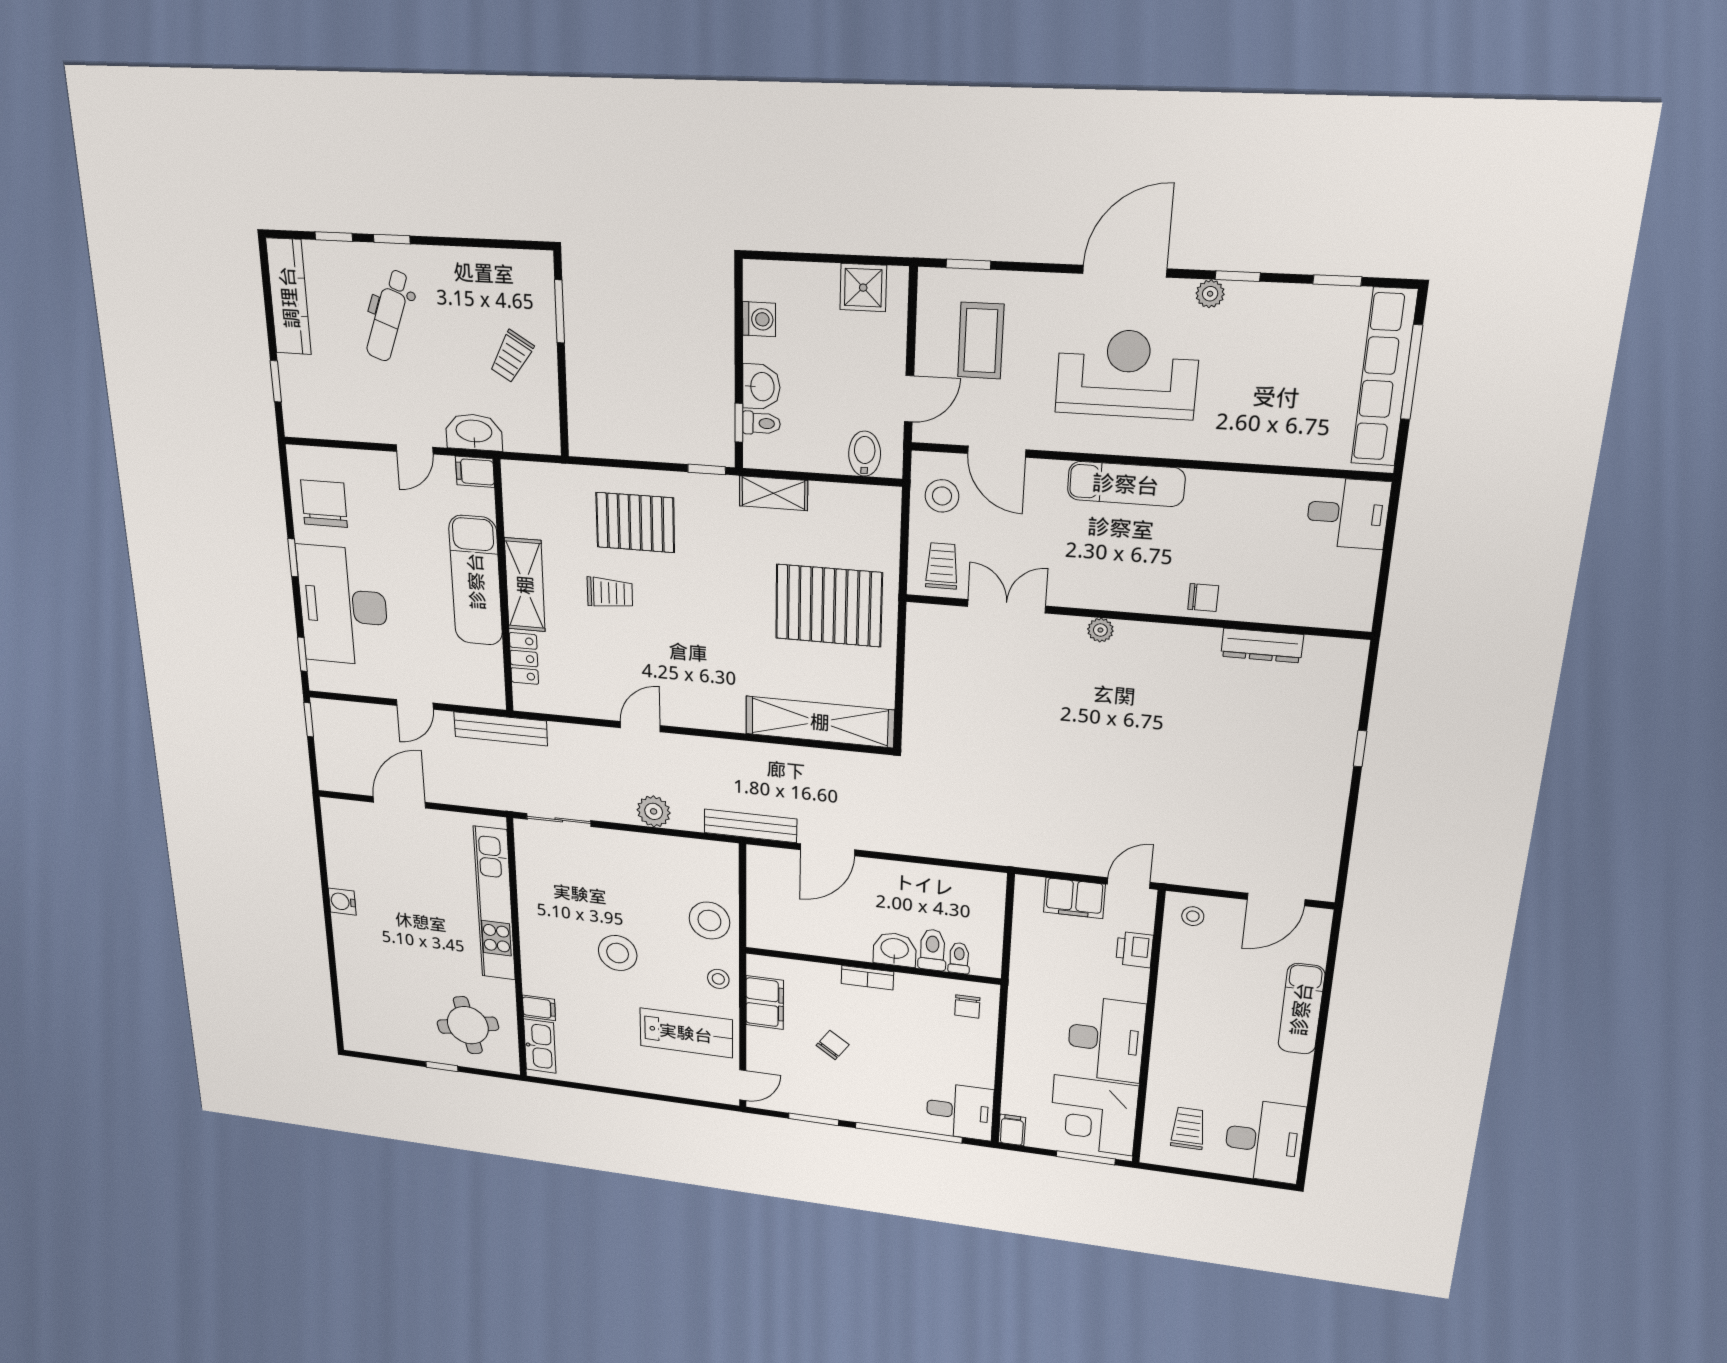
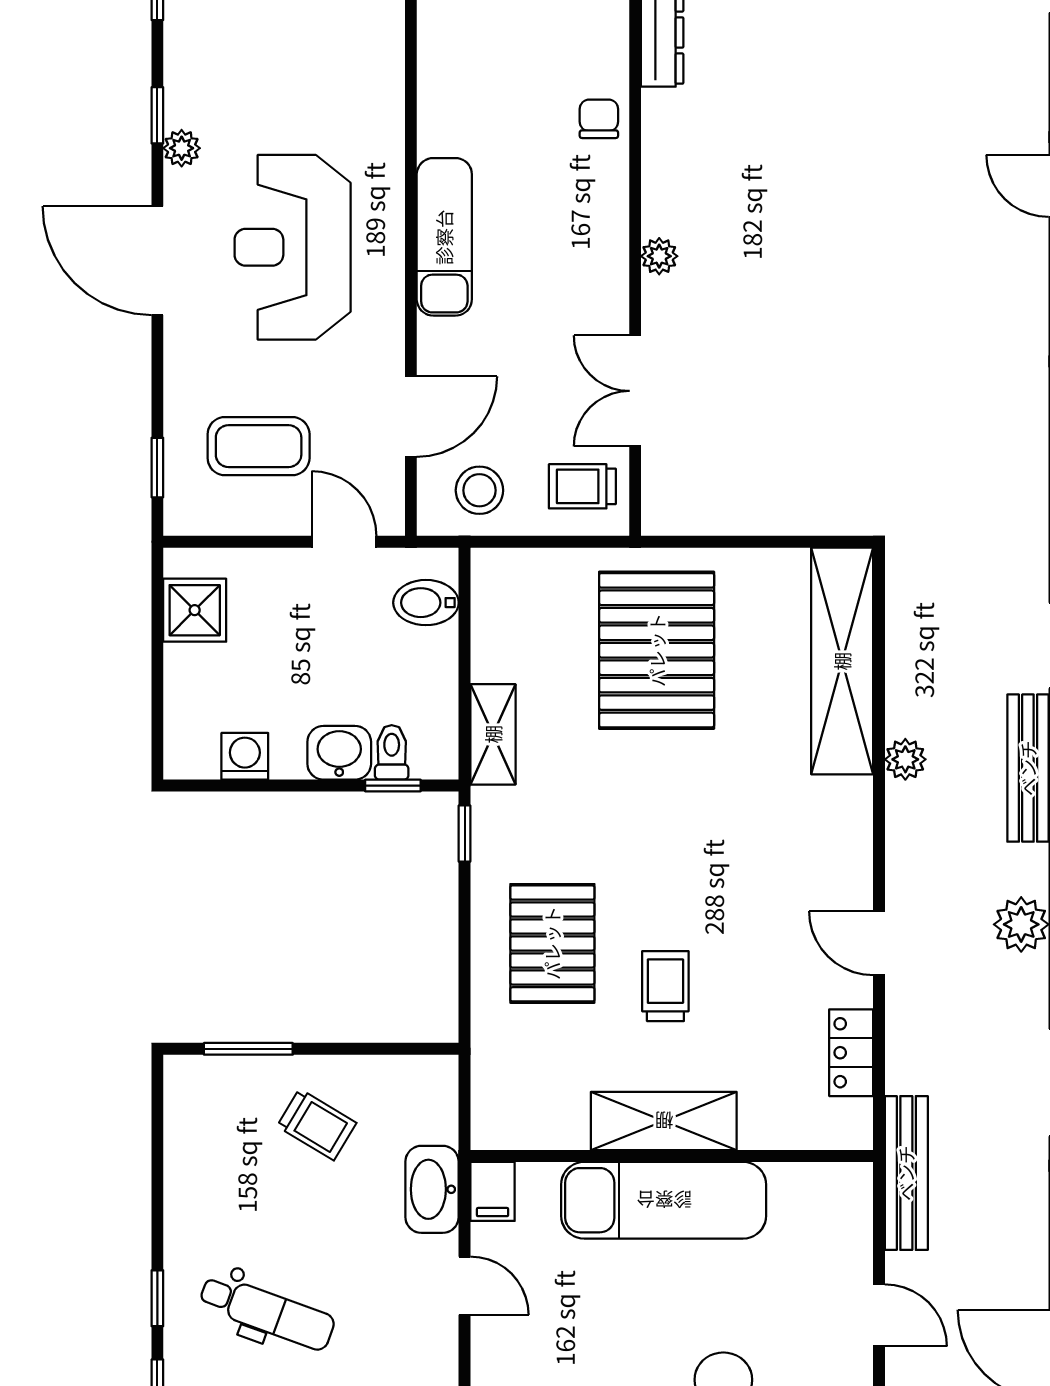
locker: (524, 659) -> (851, 1053), moved, turned -90
plant: (756, 754) -> (905, 759), added

